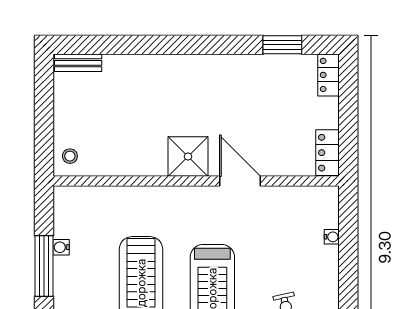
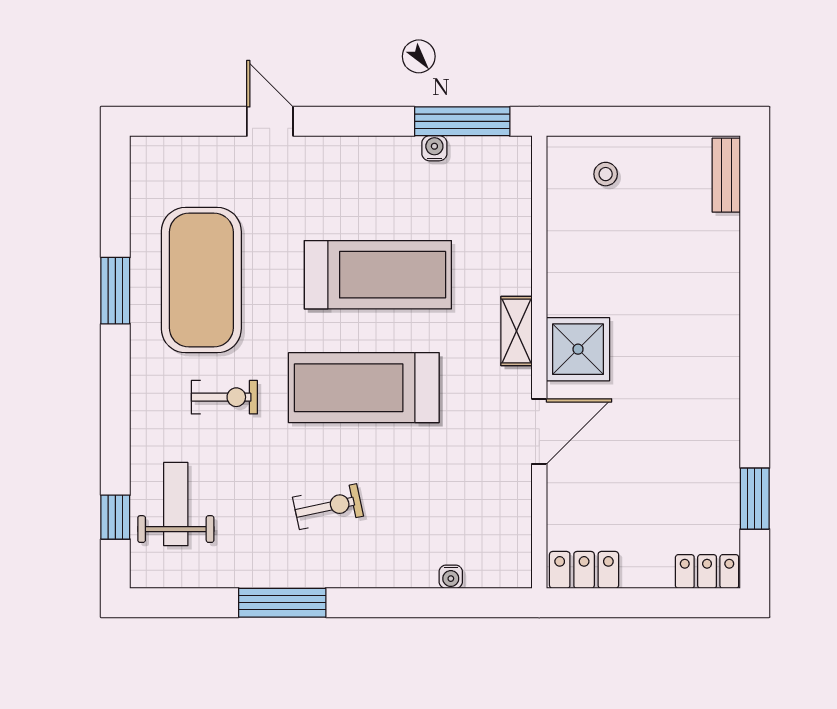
stool: (70, 156) -> (606, 174), moved
shelving: (177, 195) -> (517, 331), added
window: (44, 266) -> (462, 121), moved

